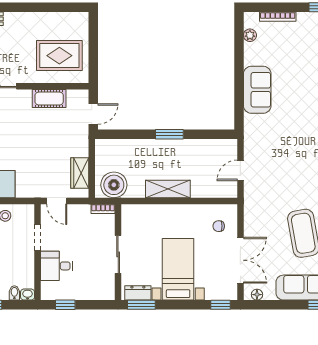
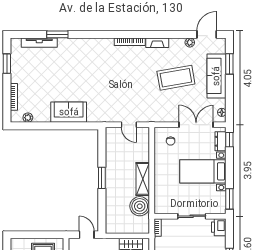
boiler: (114, 185) -> (140, 206), moved
printer: (103, 291) -> (219, 227), added
dresser: (138, 293) -> (220, 141), moved

